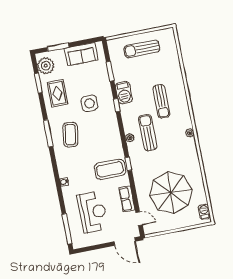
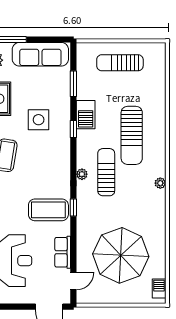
sofa: (81, 54) -> (40, 54), width x1.36
sun lounger: (161, 101) -> (132, 135), width x1.36, depth x1.34
door: (139, 219) -> (73, 281), hinge flipped

